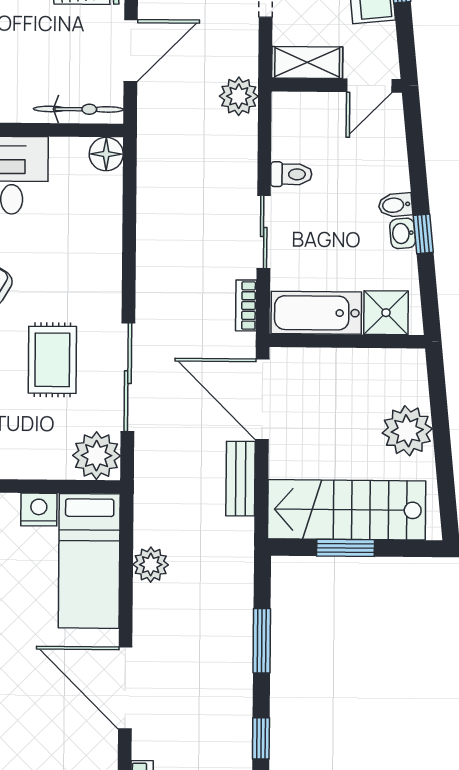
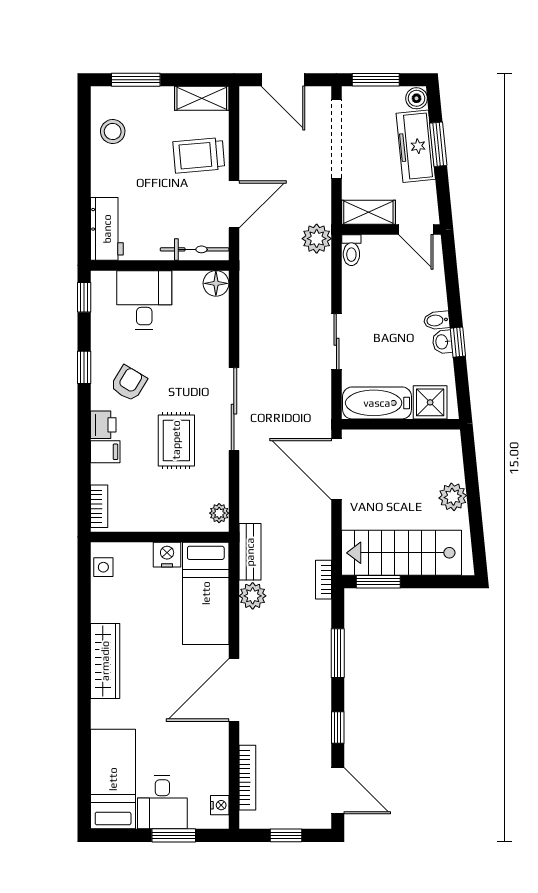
door: (369, 86) -> (416, 230), hinge flipped
toilet: (291, 174) -> (351, 250), moved, turned 90
bookcase: (246, 305) -> (324, 580), moved
sliding door: (128, 377) -> (234, 409), moved
plant: (407, 431) -> (453, 497), width x0.73, depth x0.73
plant: (97, 456) -> (219, 513), width x0.53, depth x0.53
bench: (241, 479) -> (250, 552), moved
window: (345, 548) -> (378, 582), moved
door: (125, 688) -> (234, 690), hinge flipped

